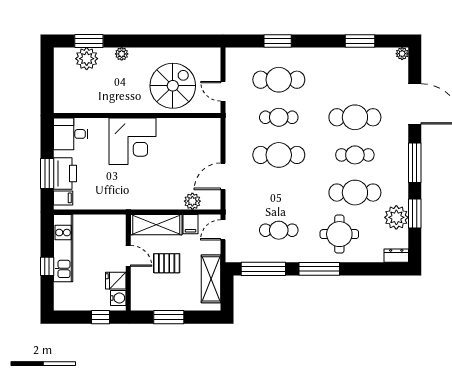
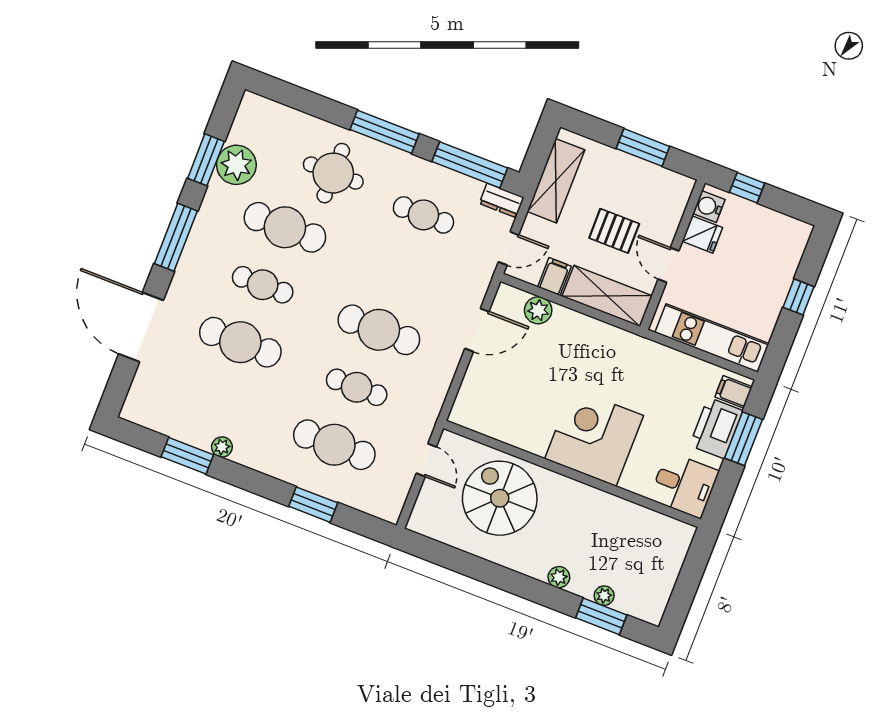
plant: (402, 54) -> (222, 447), moved
plant: (87, 59) -> (604, 596), width x0.53, depth x0.53
spiral stairs: (173, 86) -> (500, 498), turned 90
kitchen unit: (63, 248) -> (712, 338), moved, turned 90
dresser: (396, 256) -> (502, 200), moved

